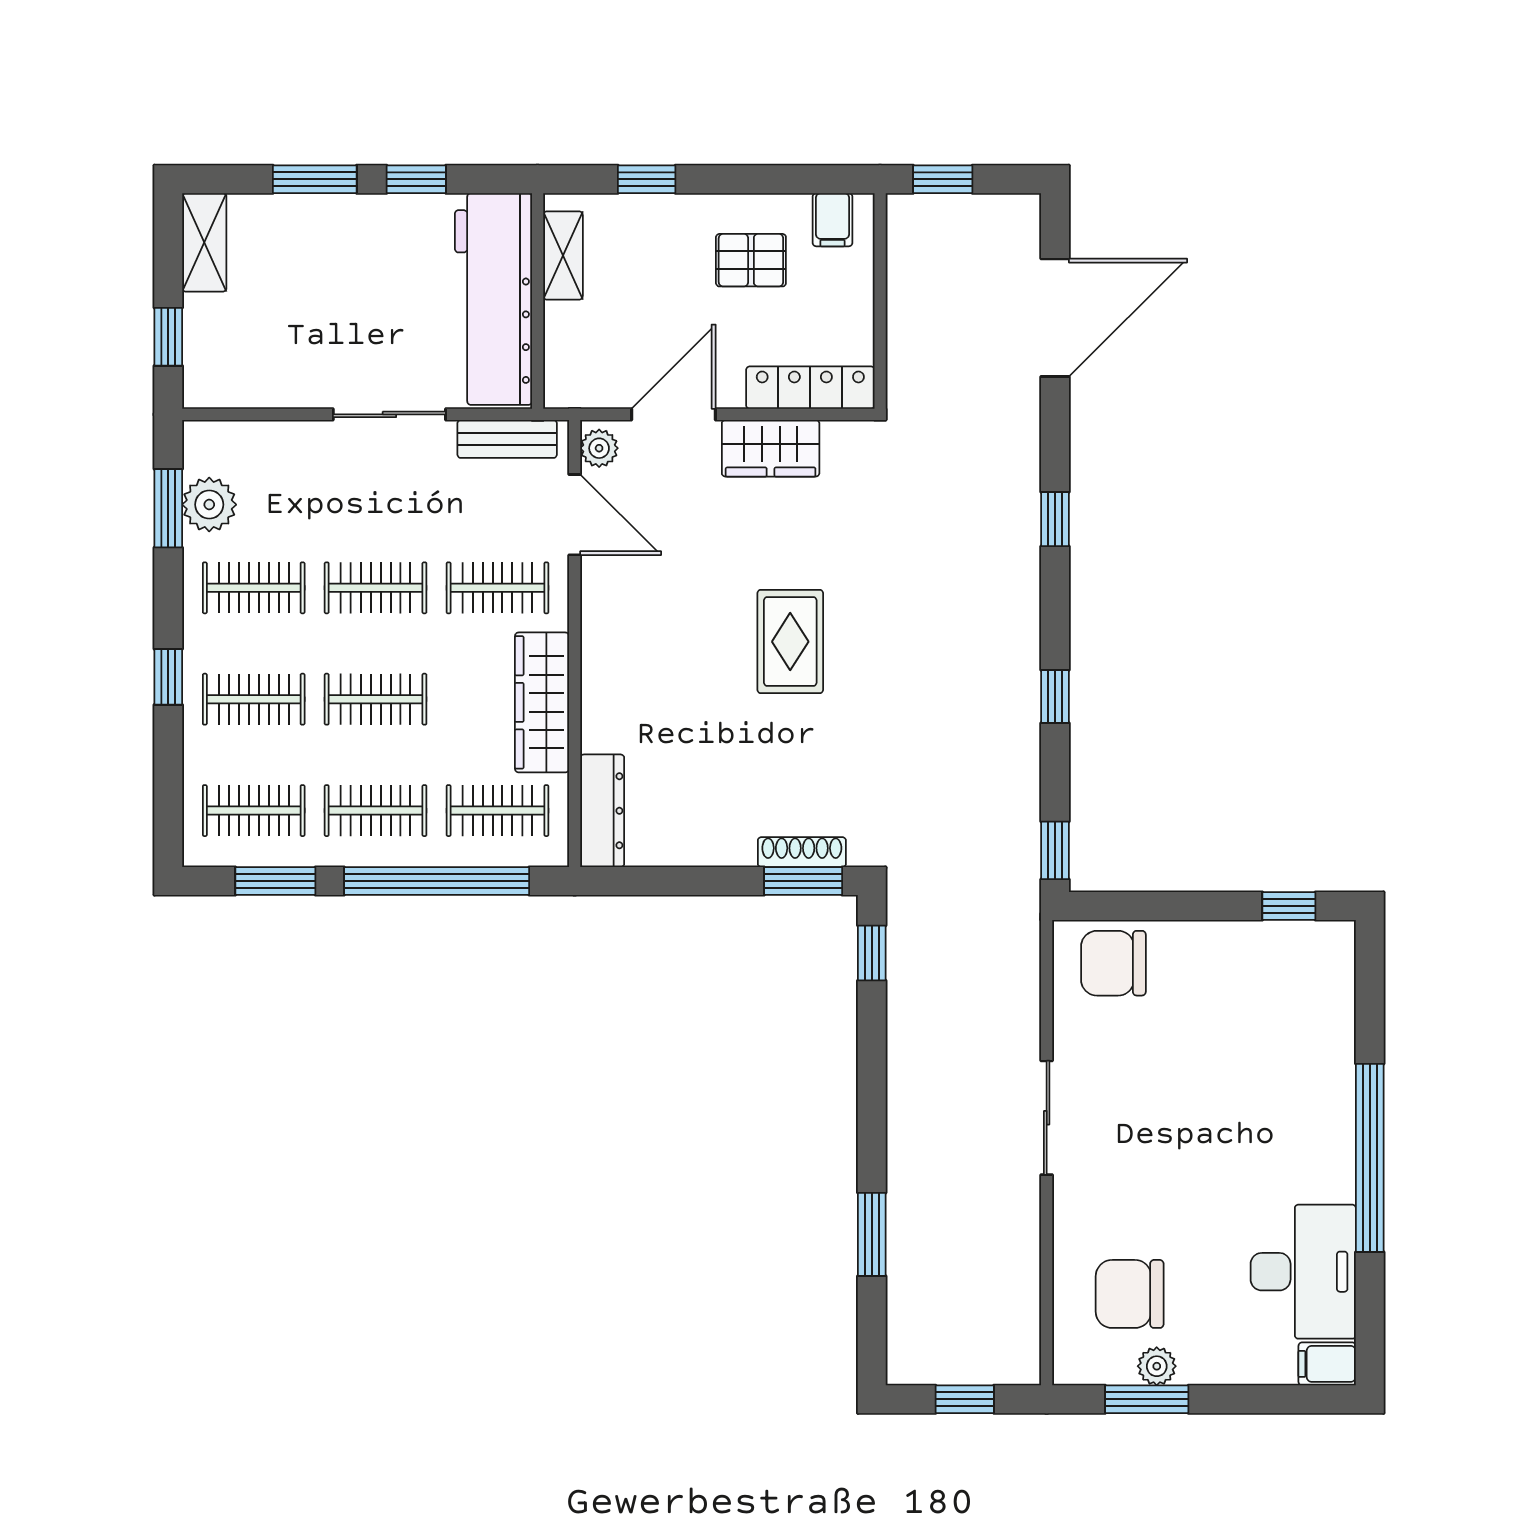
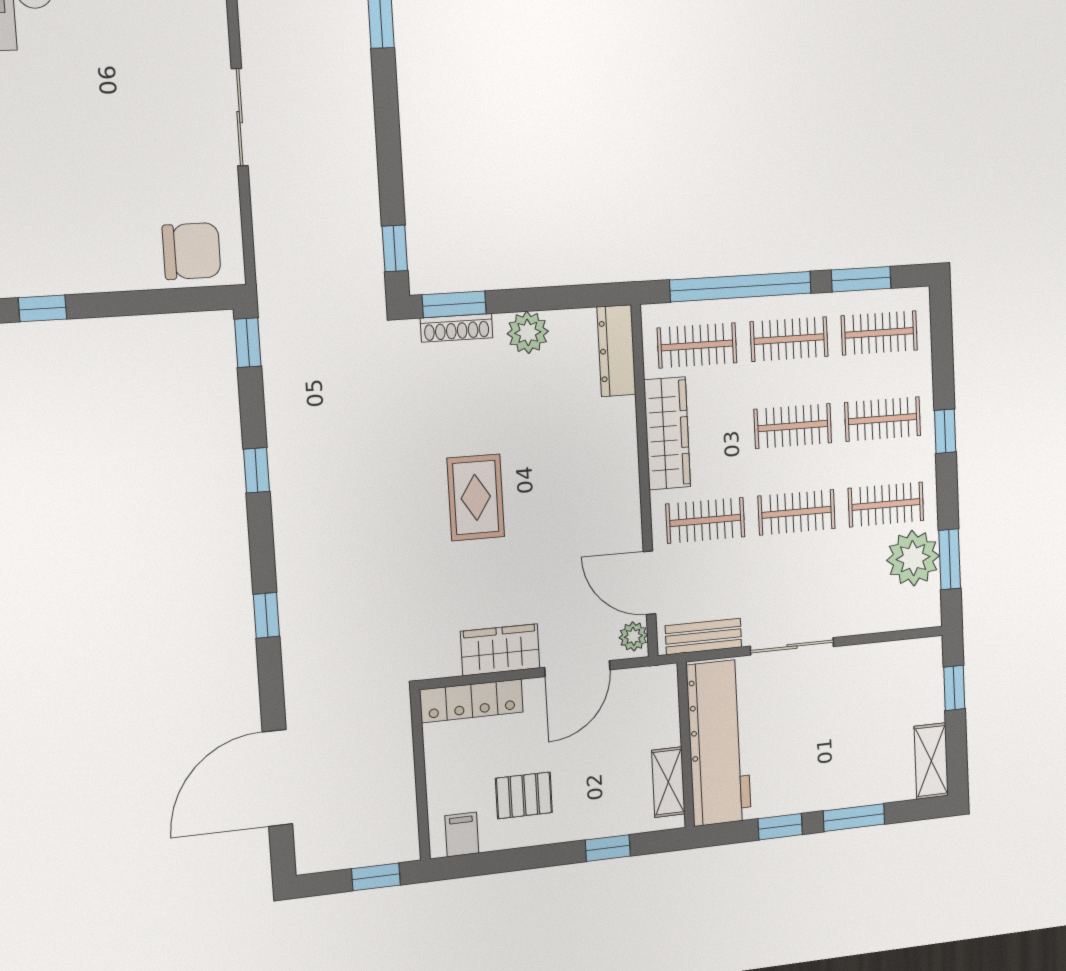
plant: (209, 505) -> (913, 558), width x1.36, depth x1.36
plant: (714, 841) -> (528, 332), added

